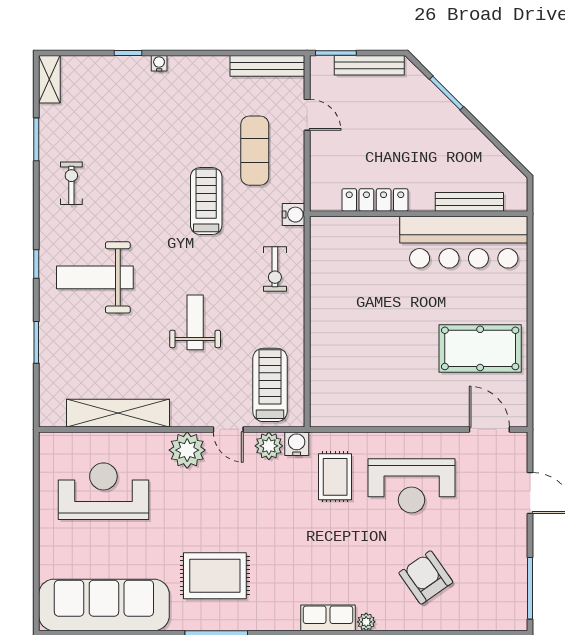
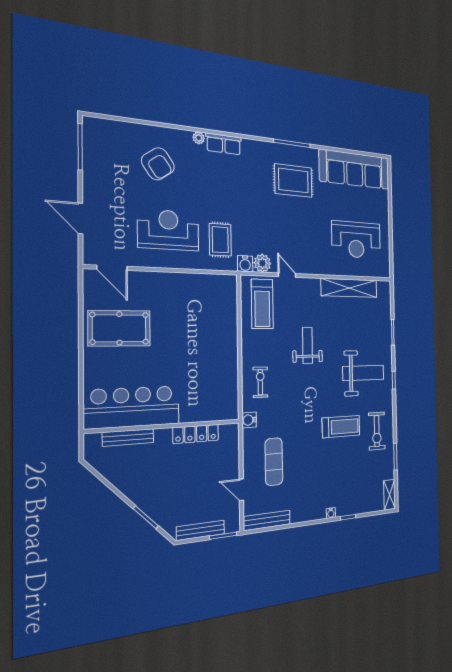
exercise bike: (71, 183) -> (377, 431), width x1.38, depth x1.39
treadmill: (206, 201) -> (341, 427), moved, turned -90
weight bench: (195, 322) -> (307, 345), turned 180
plant: (187, 450) -> (311, 263), removed

